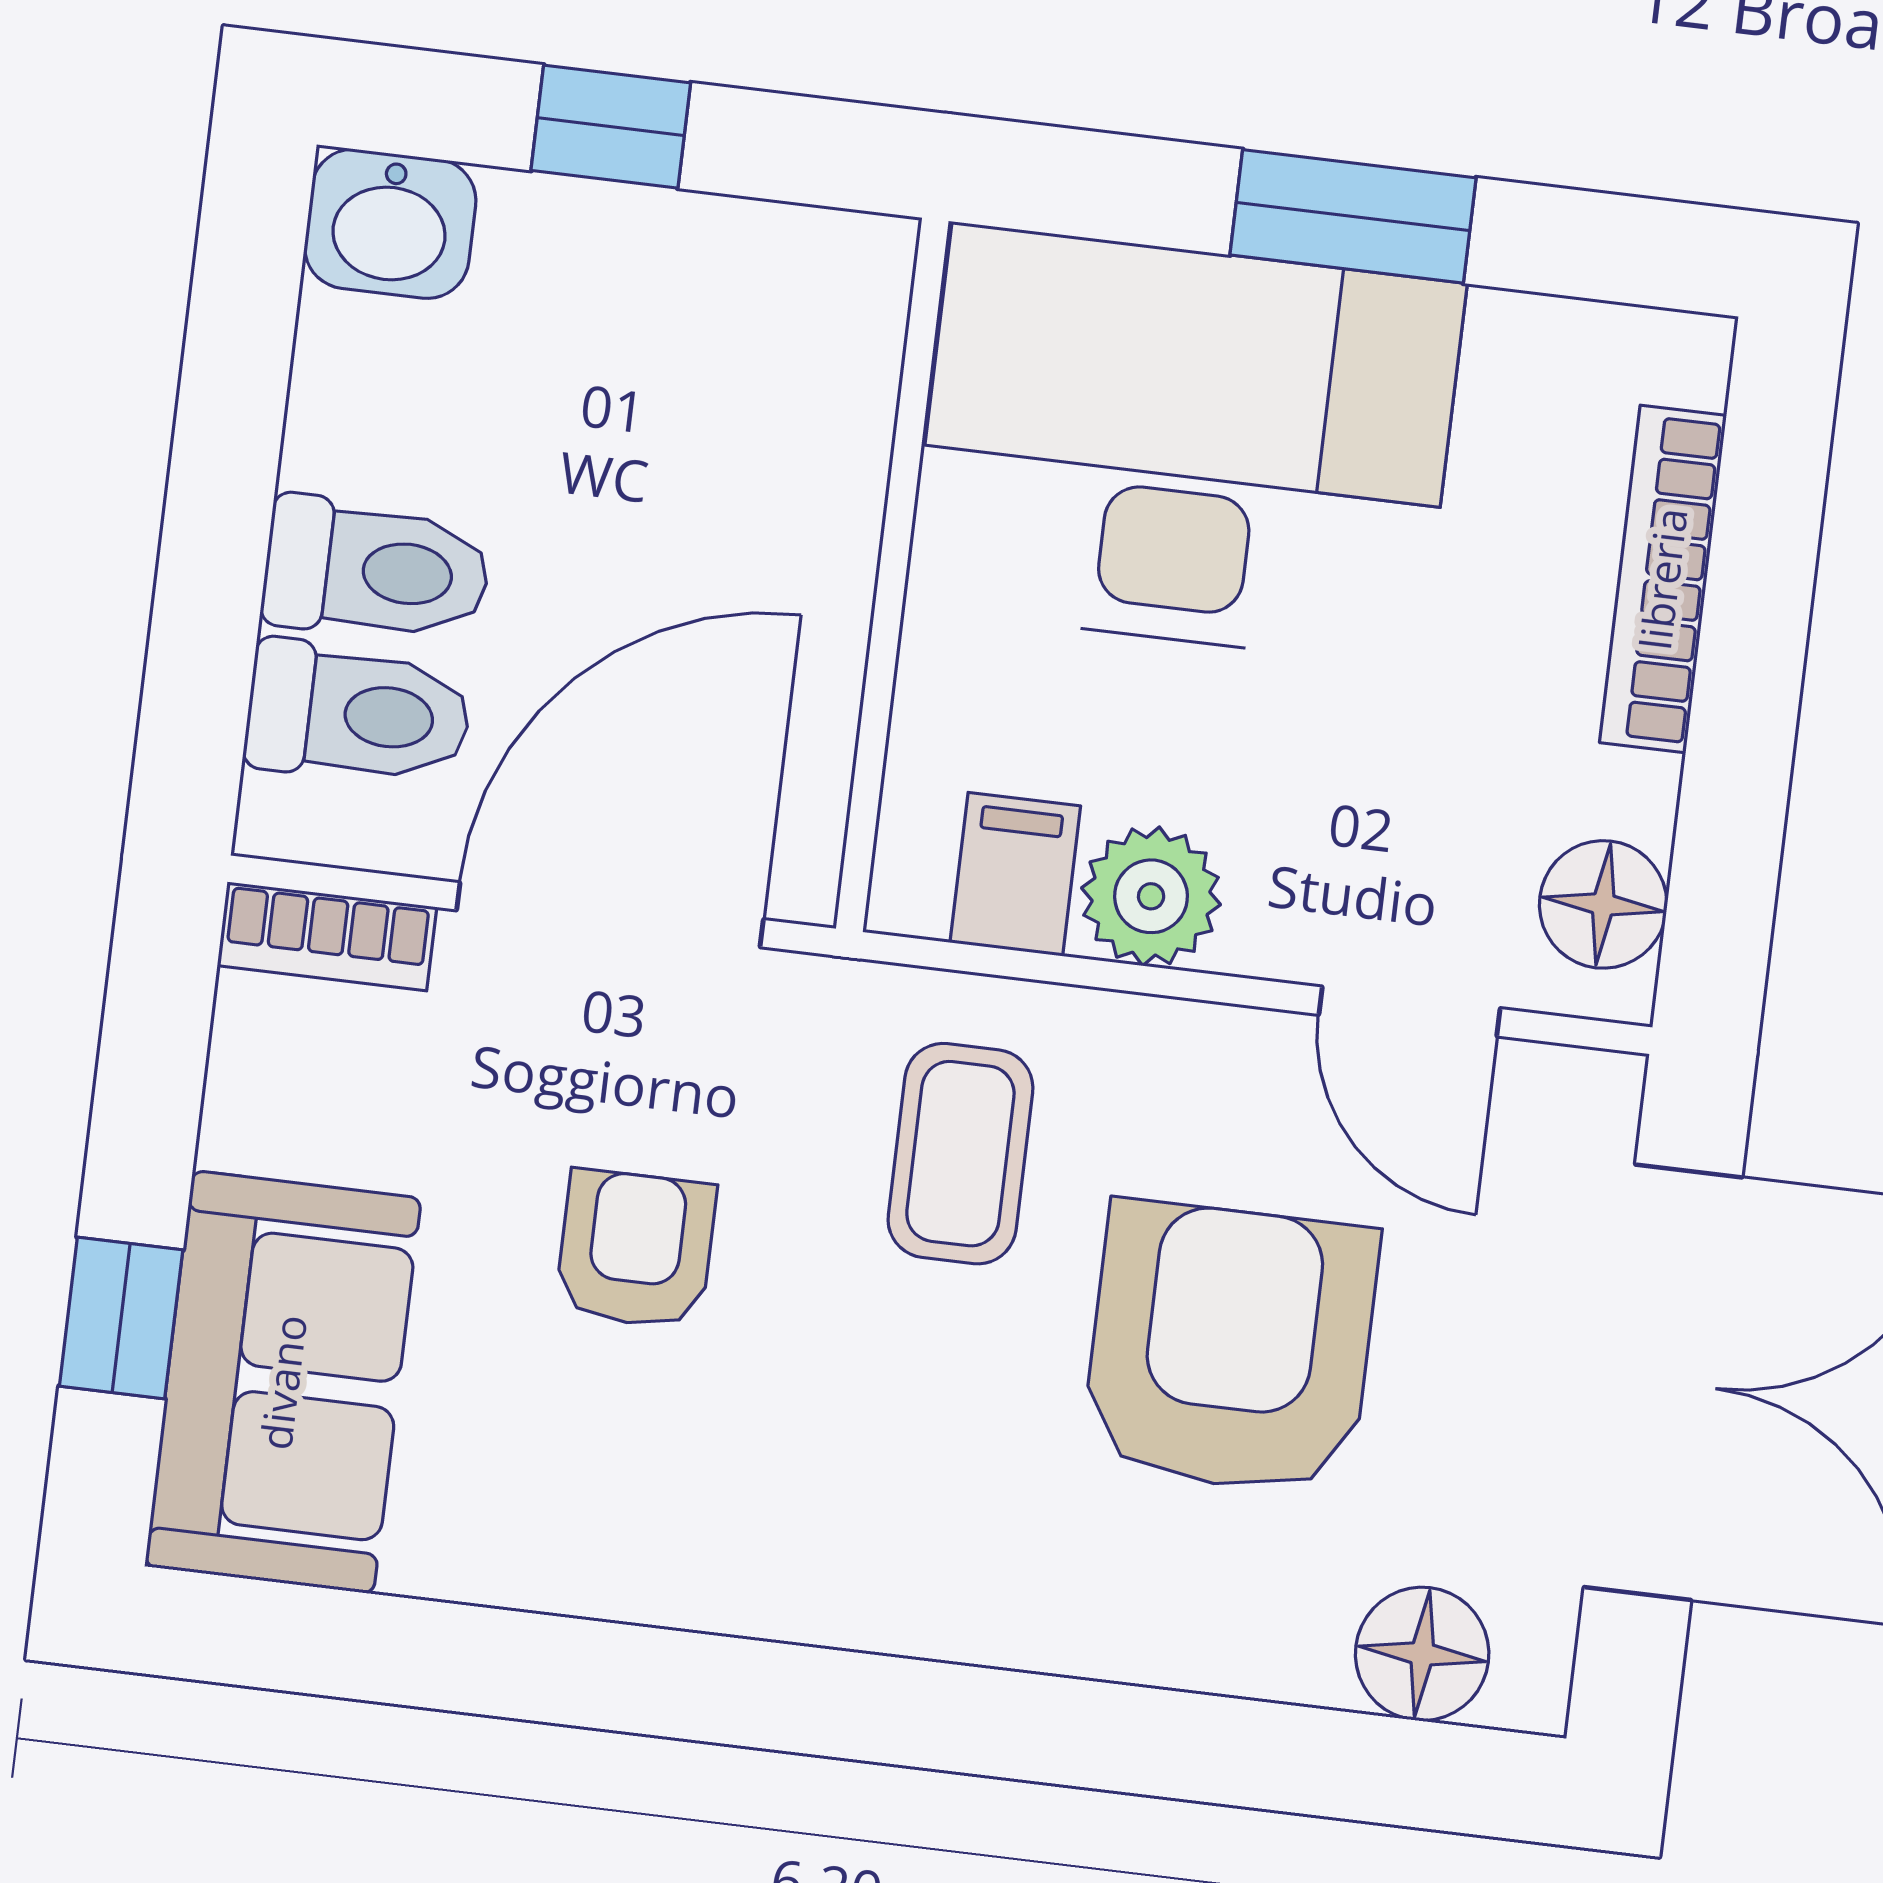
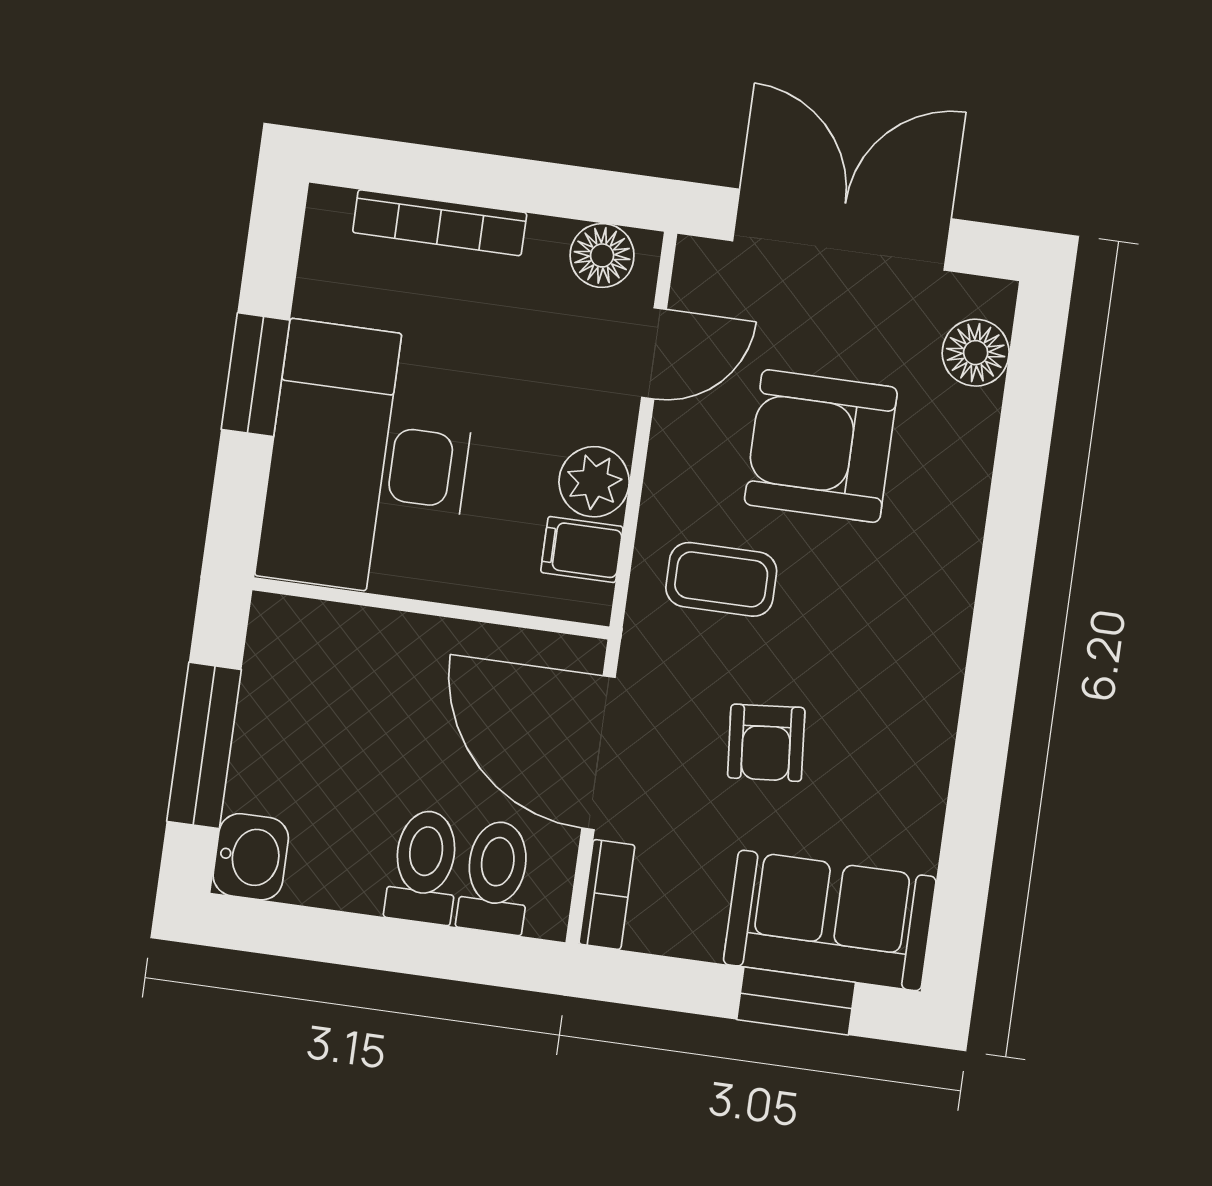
window: (611, 127) -> (204, 745), width x2.17
armchair: (636, 1249) -> (766, 743), turned -95
window: (121, 1318) -> (796, 1001), width x1.50

